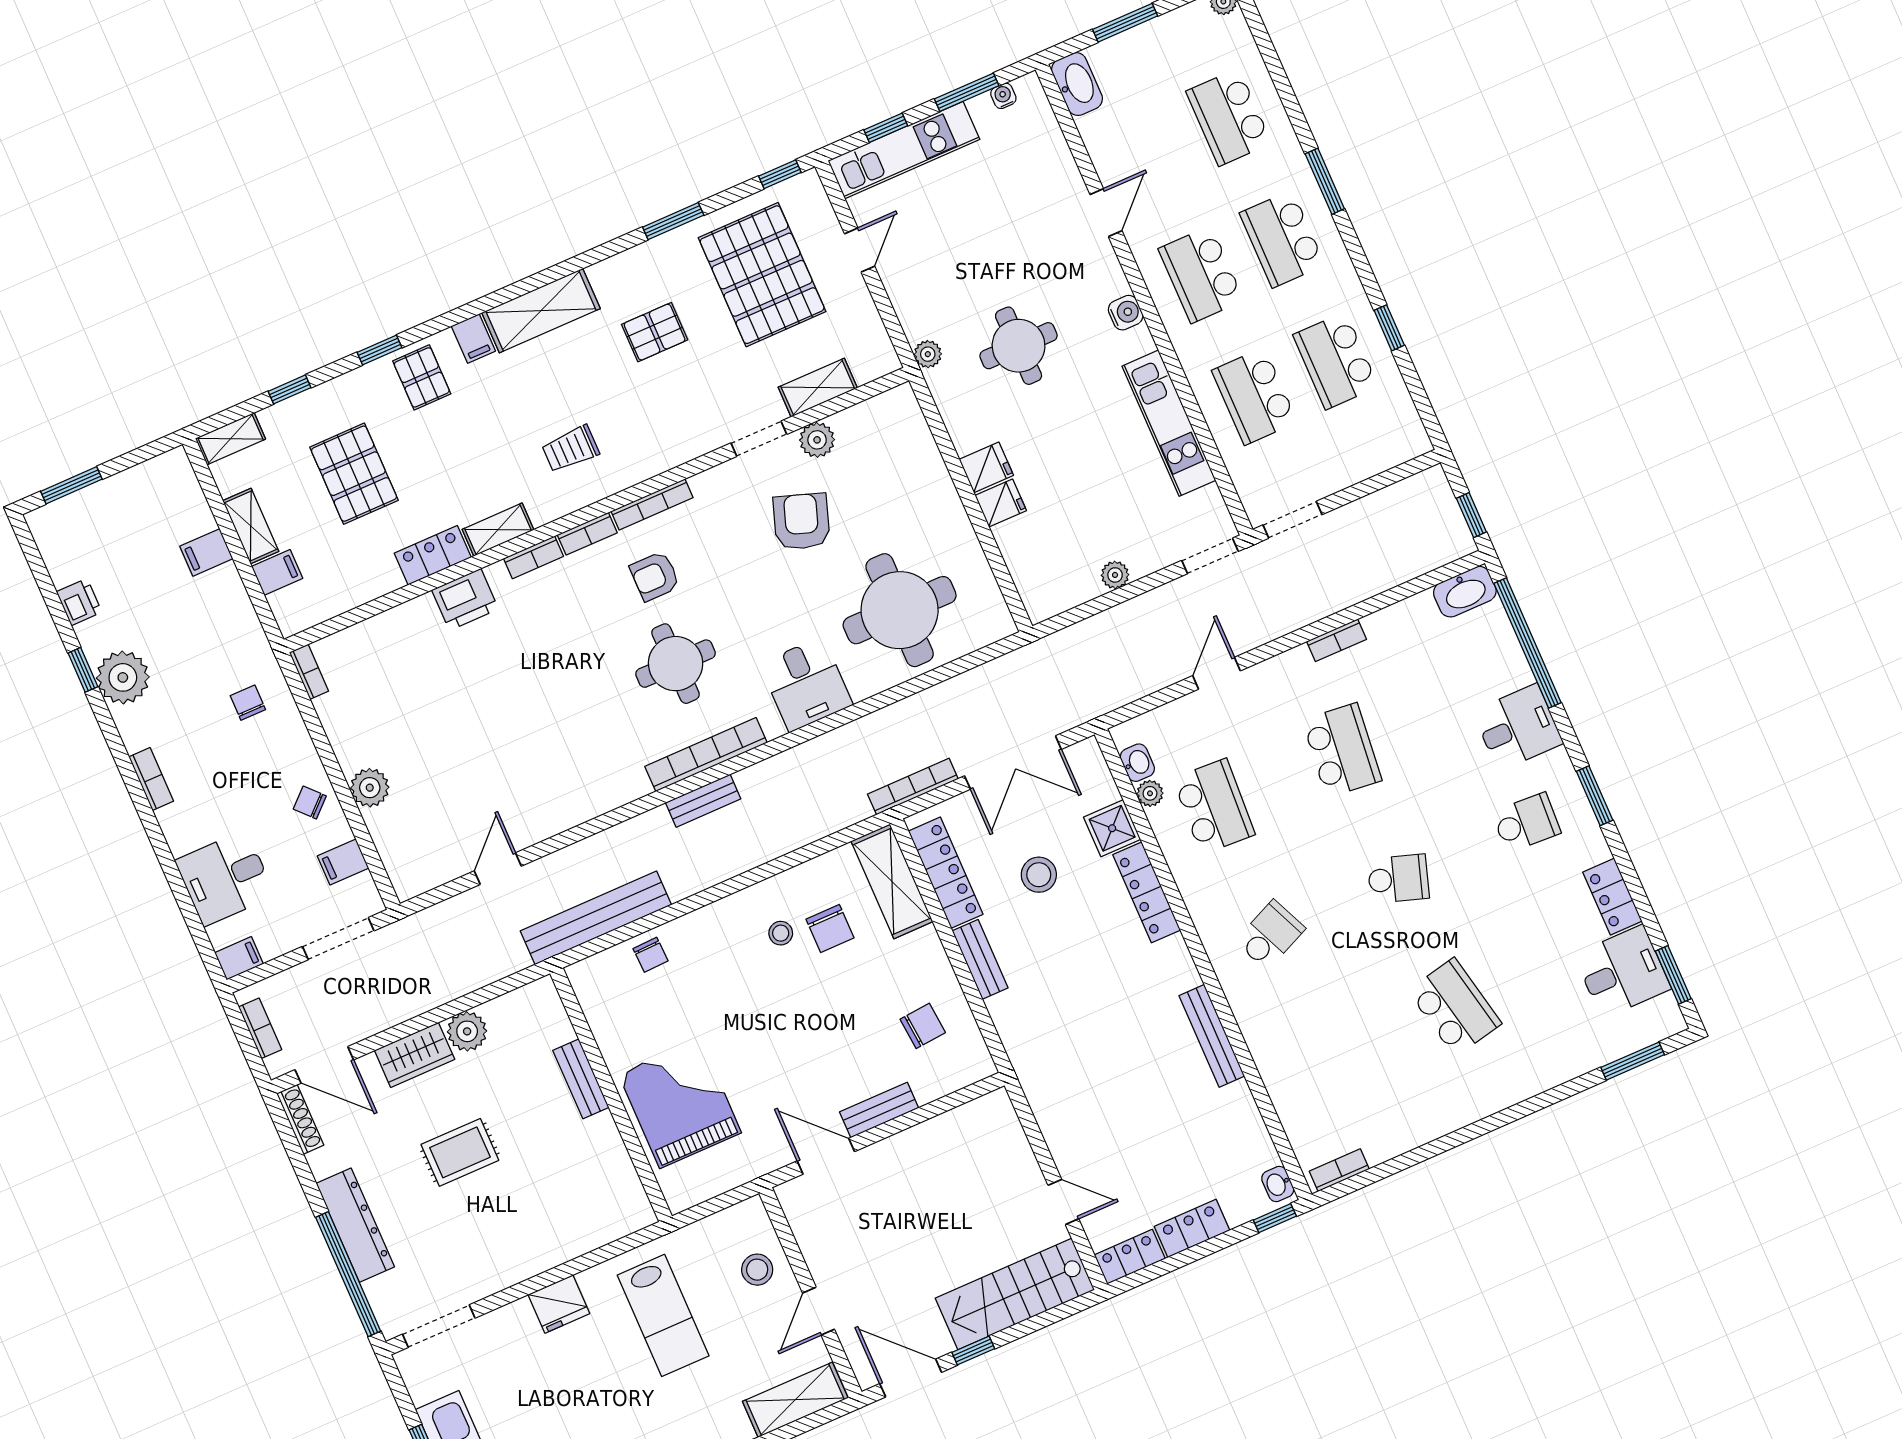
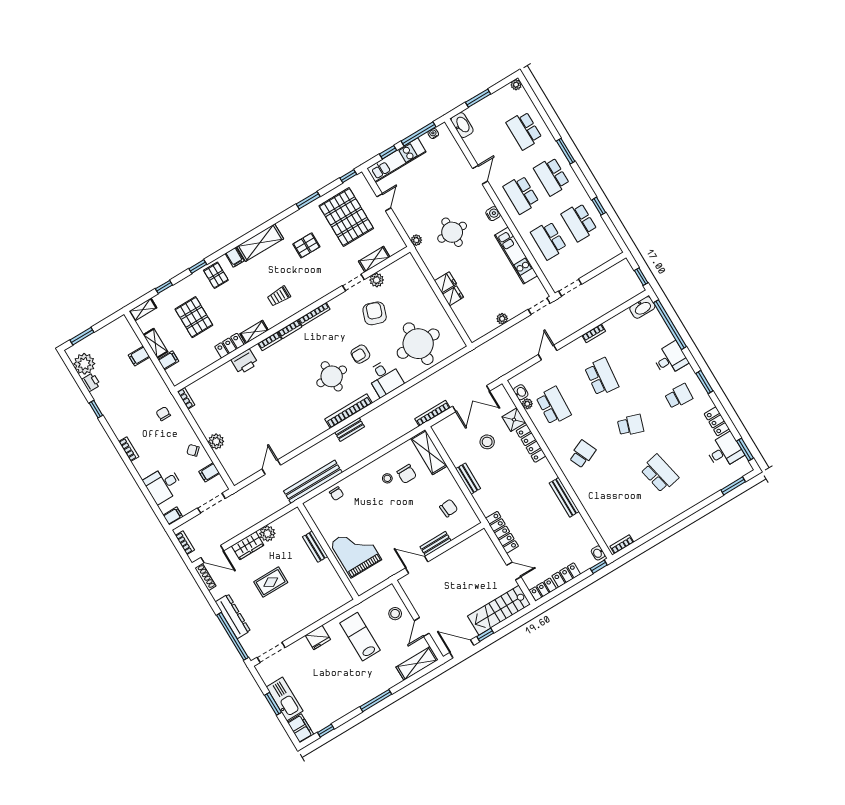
window: (967, 92) -> (418, 134), width x1.44
armchair: (655, 576) -> (360, 354), moved
plant: (123, 677) -> (84, 364), moved
locker: (946, 873) -> (502, 532), moved
lab bench: (663, 1315) -> (360, 637), turned 180

